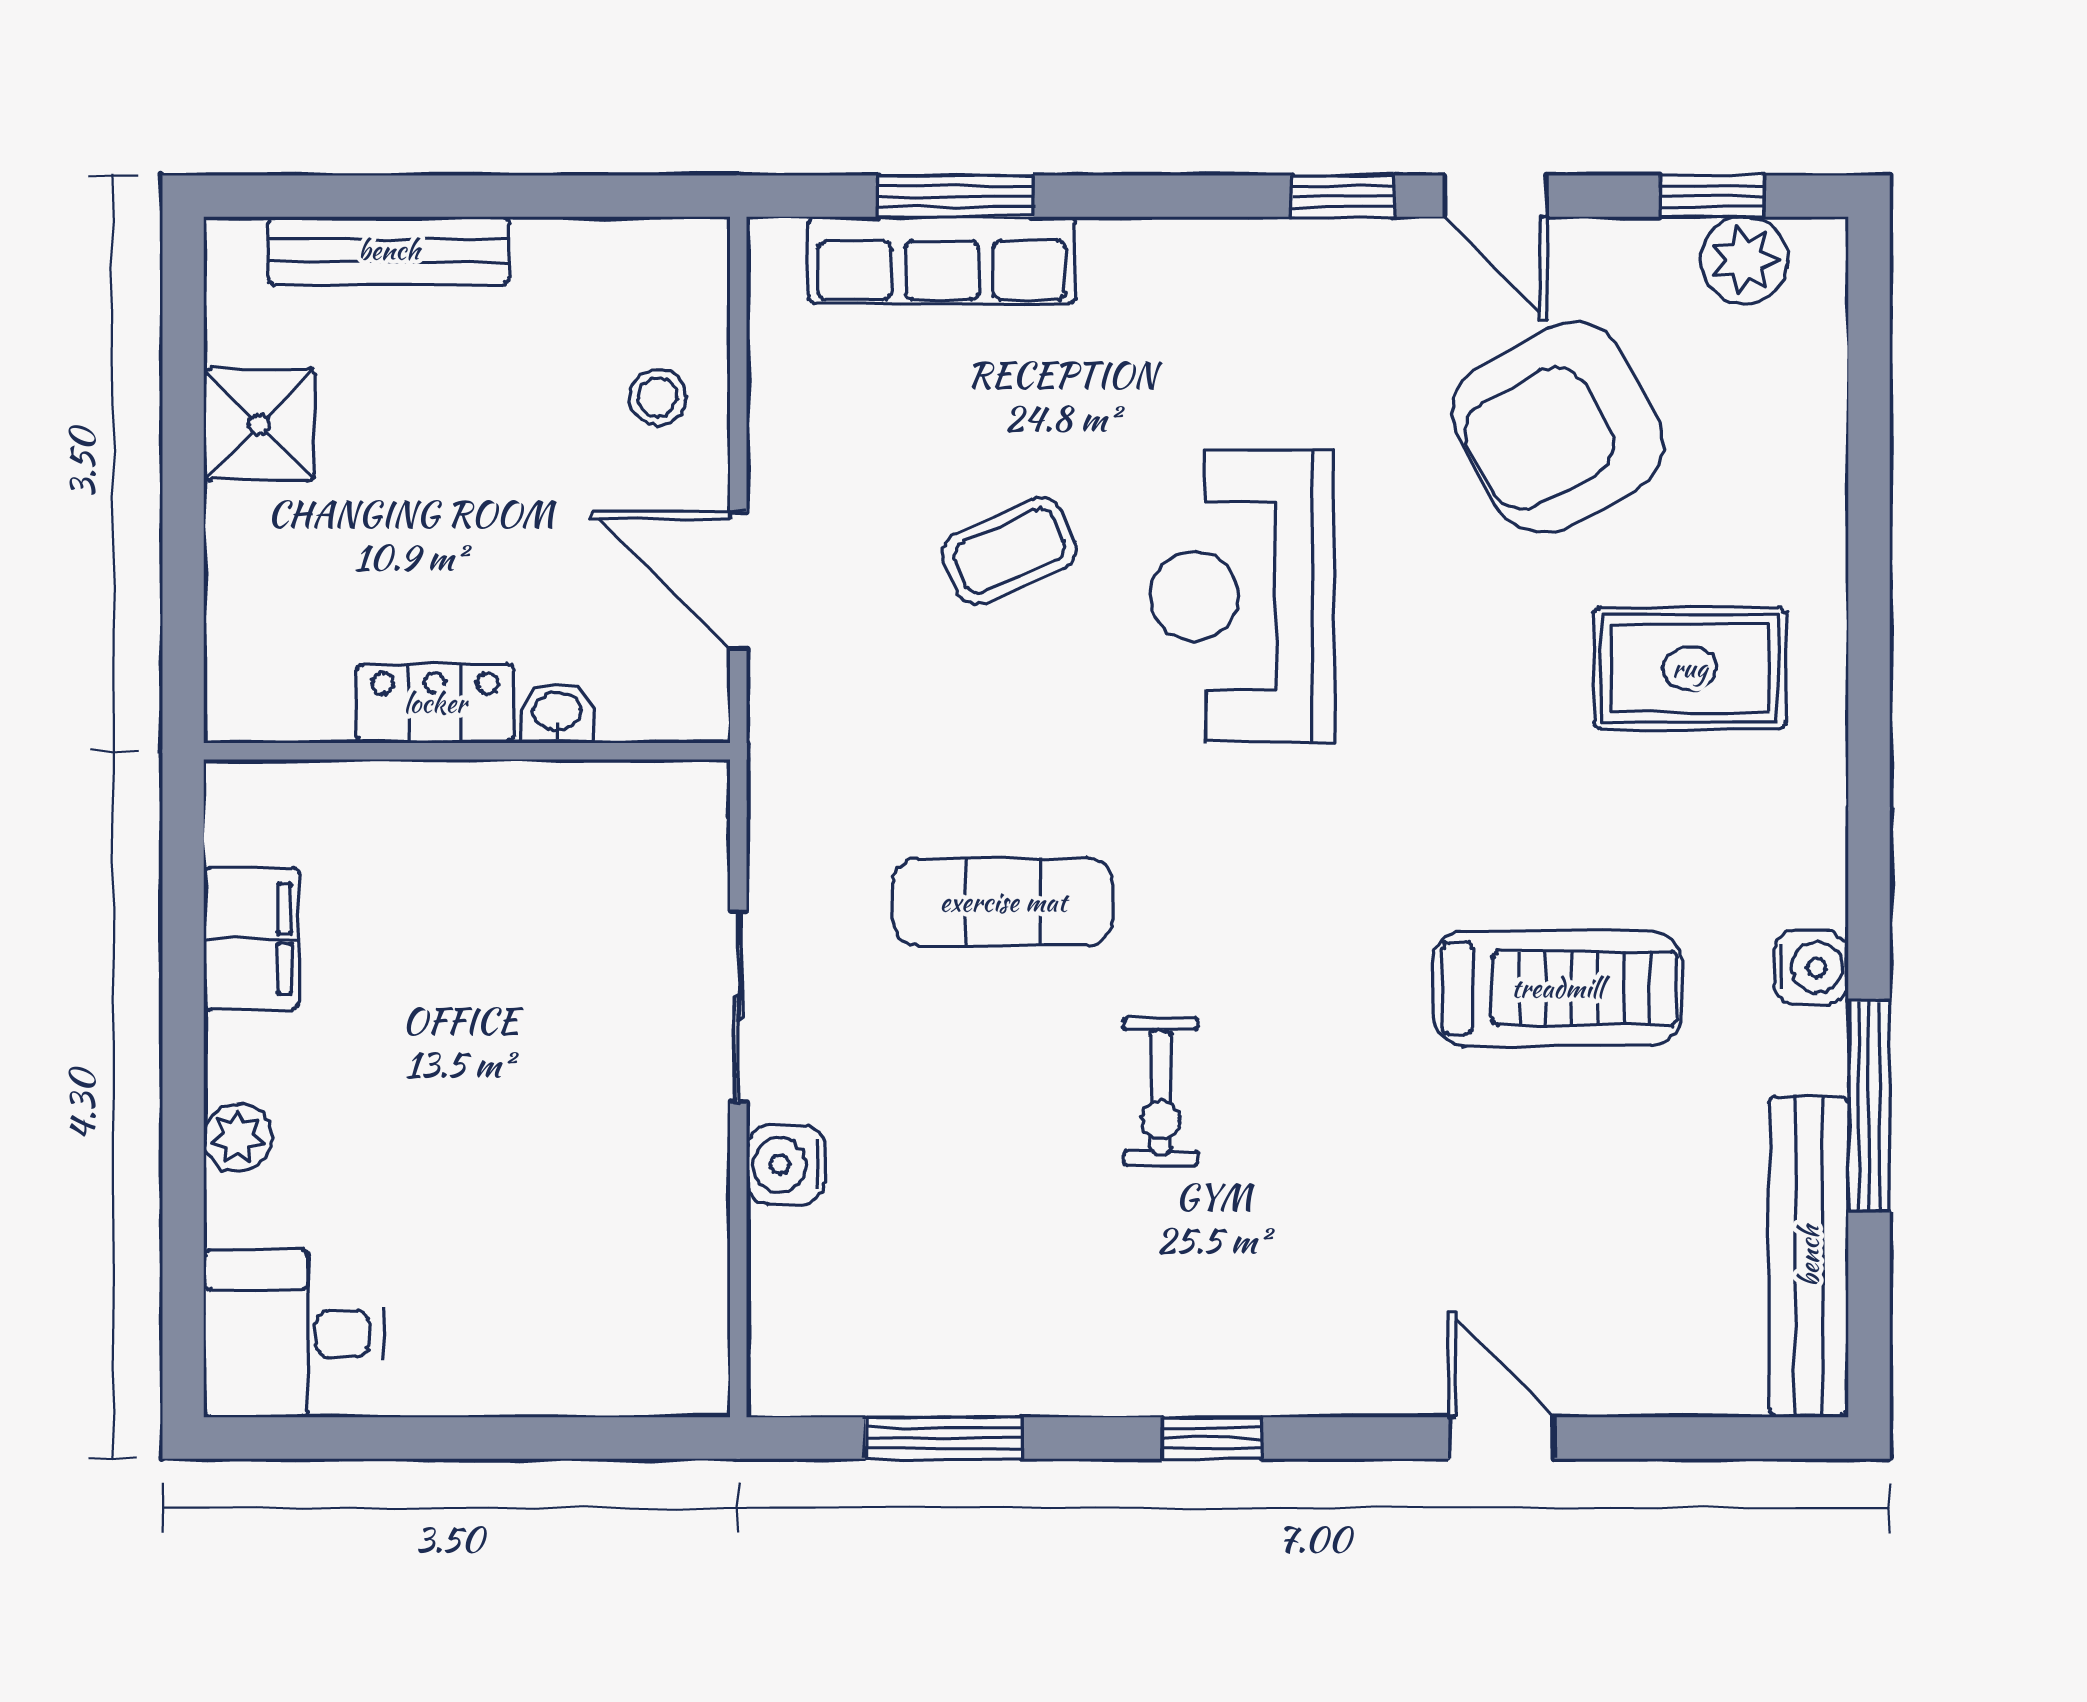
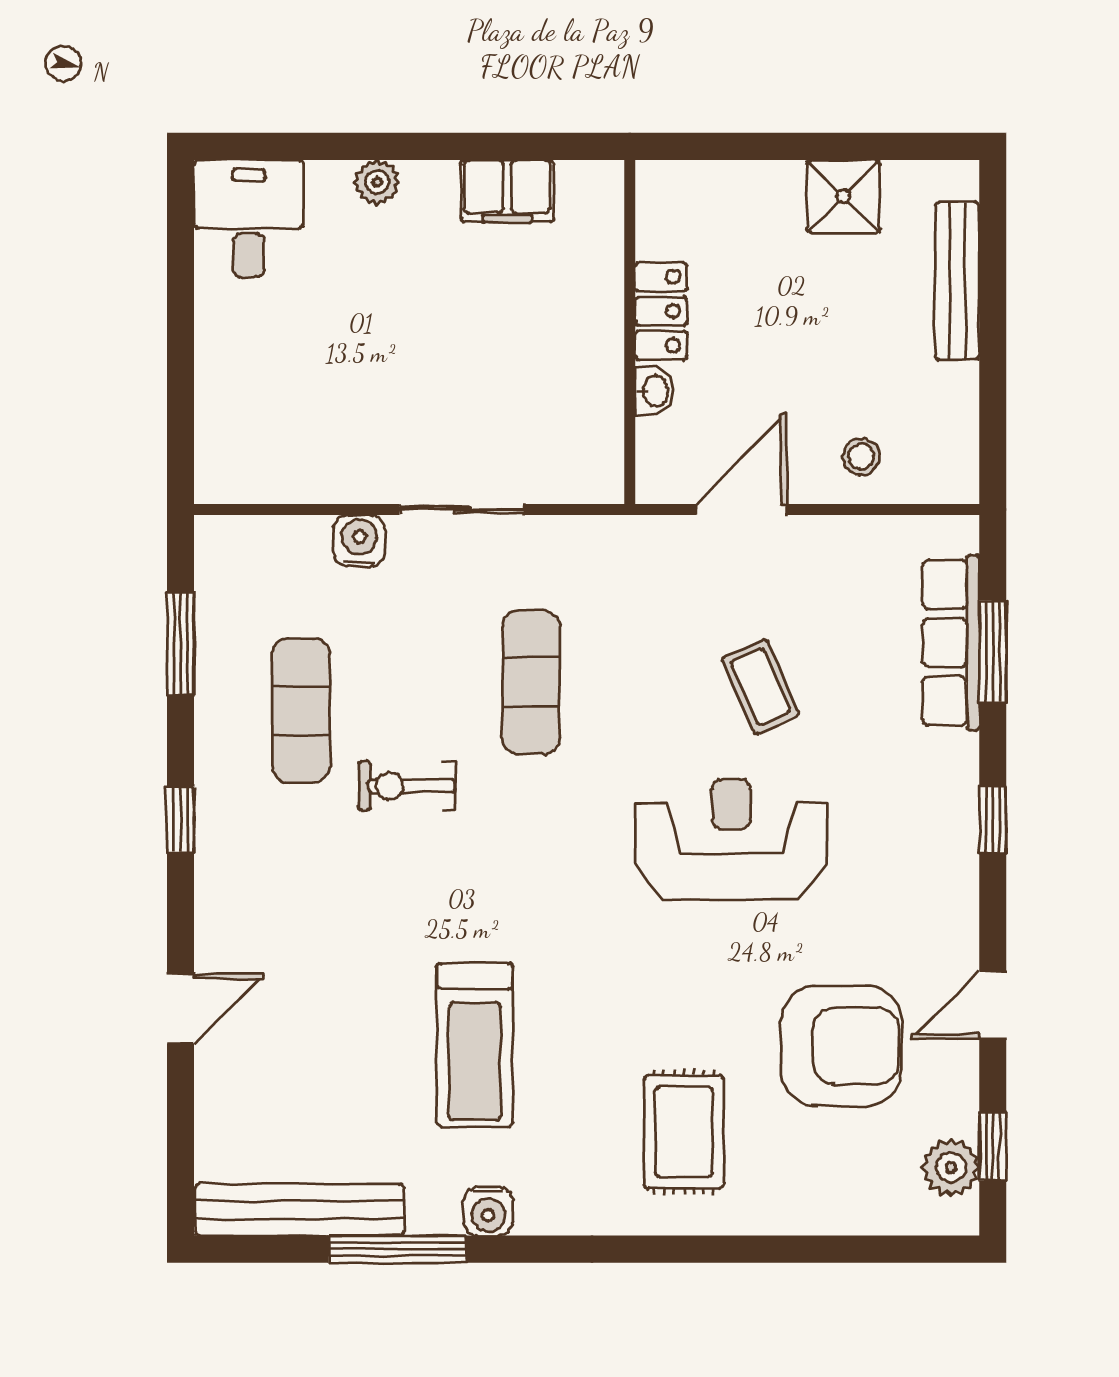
window: (1343, 196) -> (993, 820), moved
armchair: (1558, 428) -> (841, 1046), turned 119
exercise mat: (1046, 1254) -> (301, 711), added

